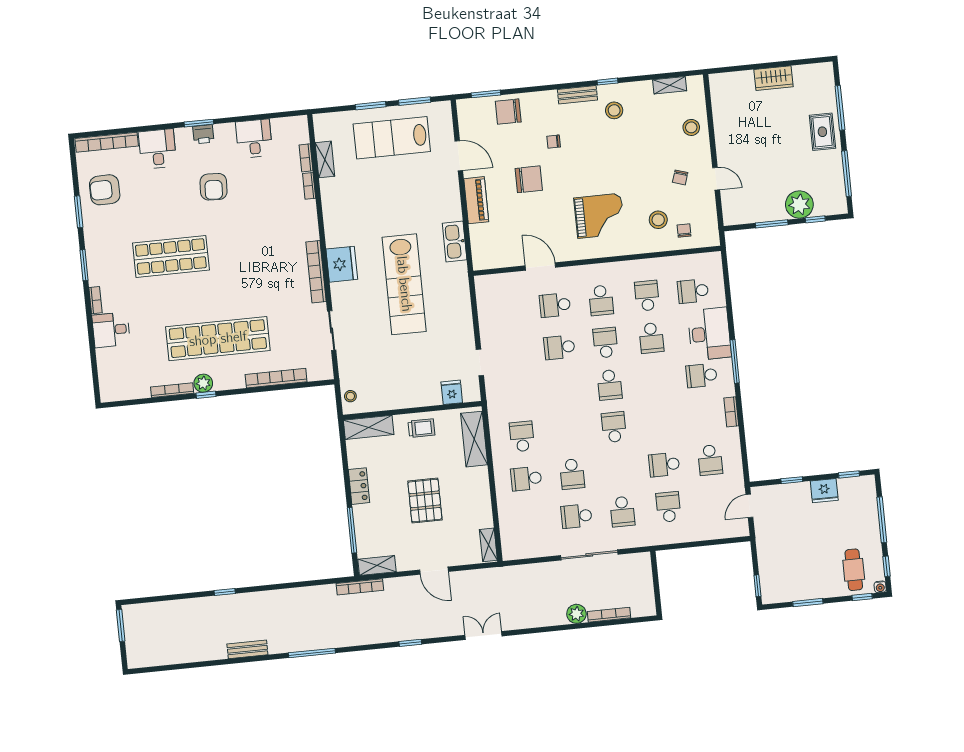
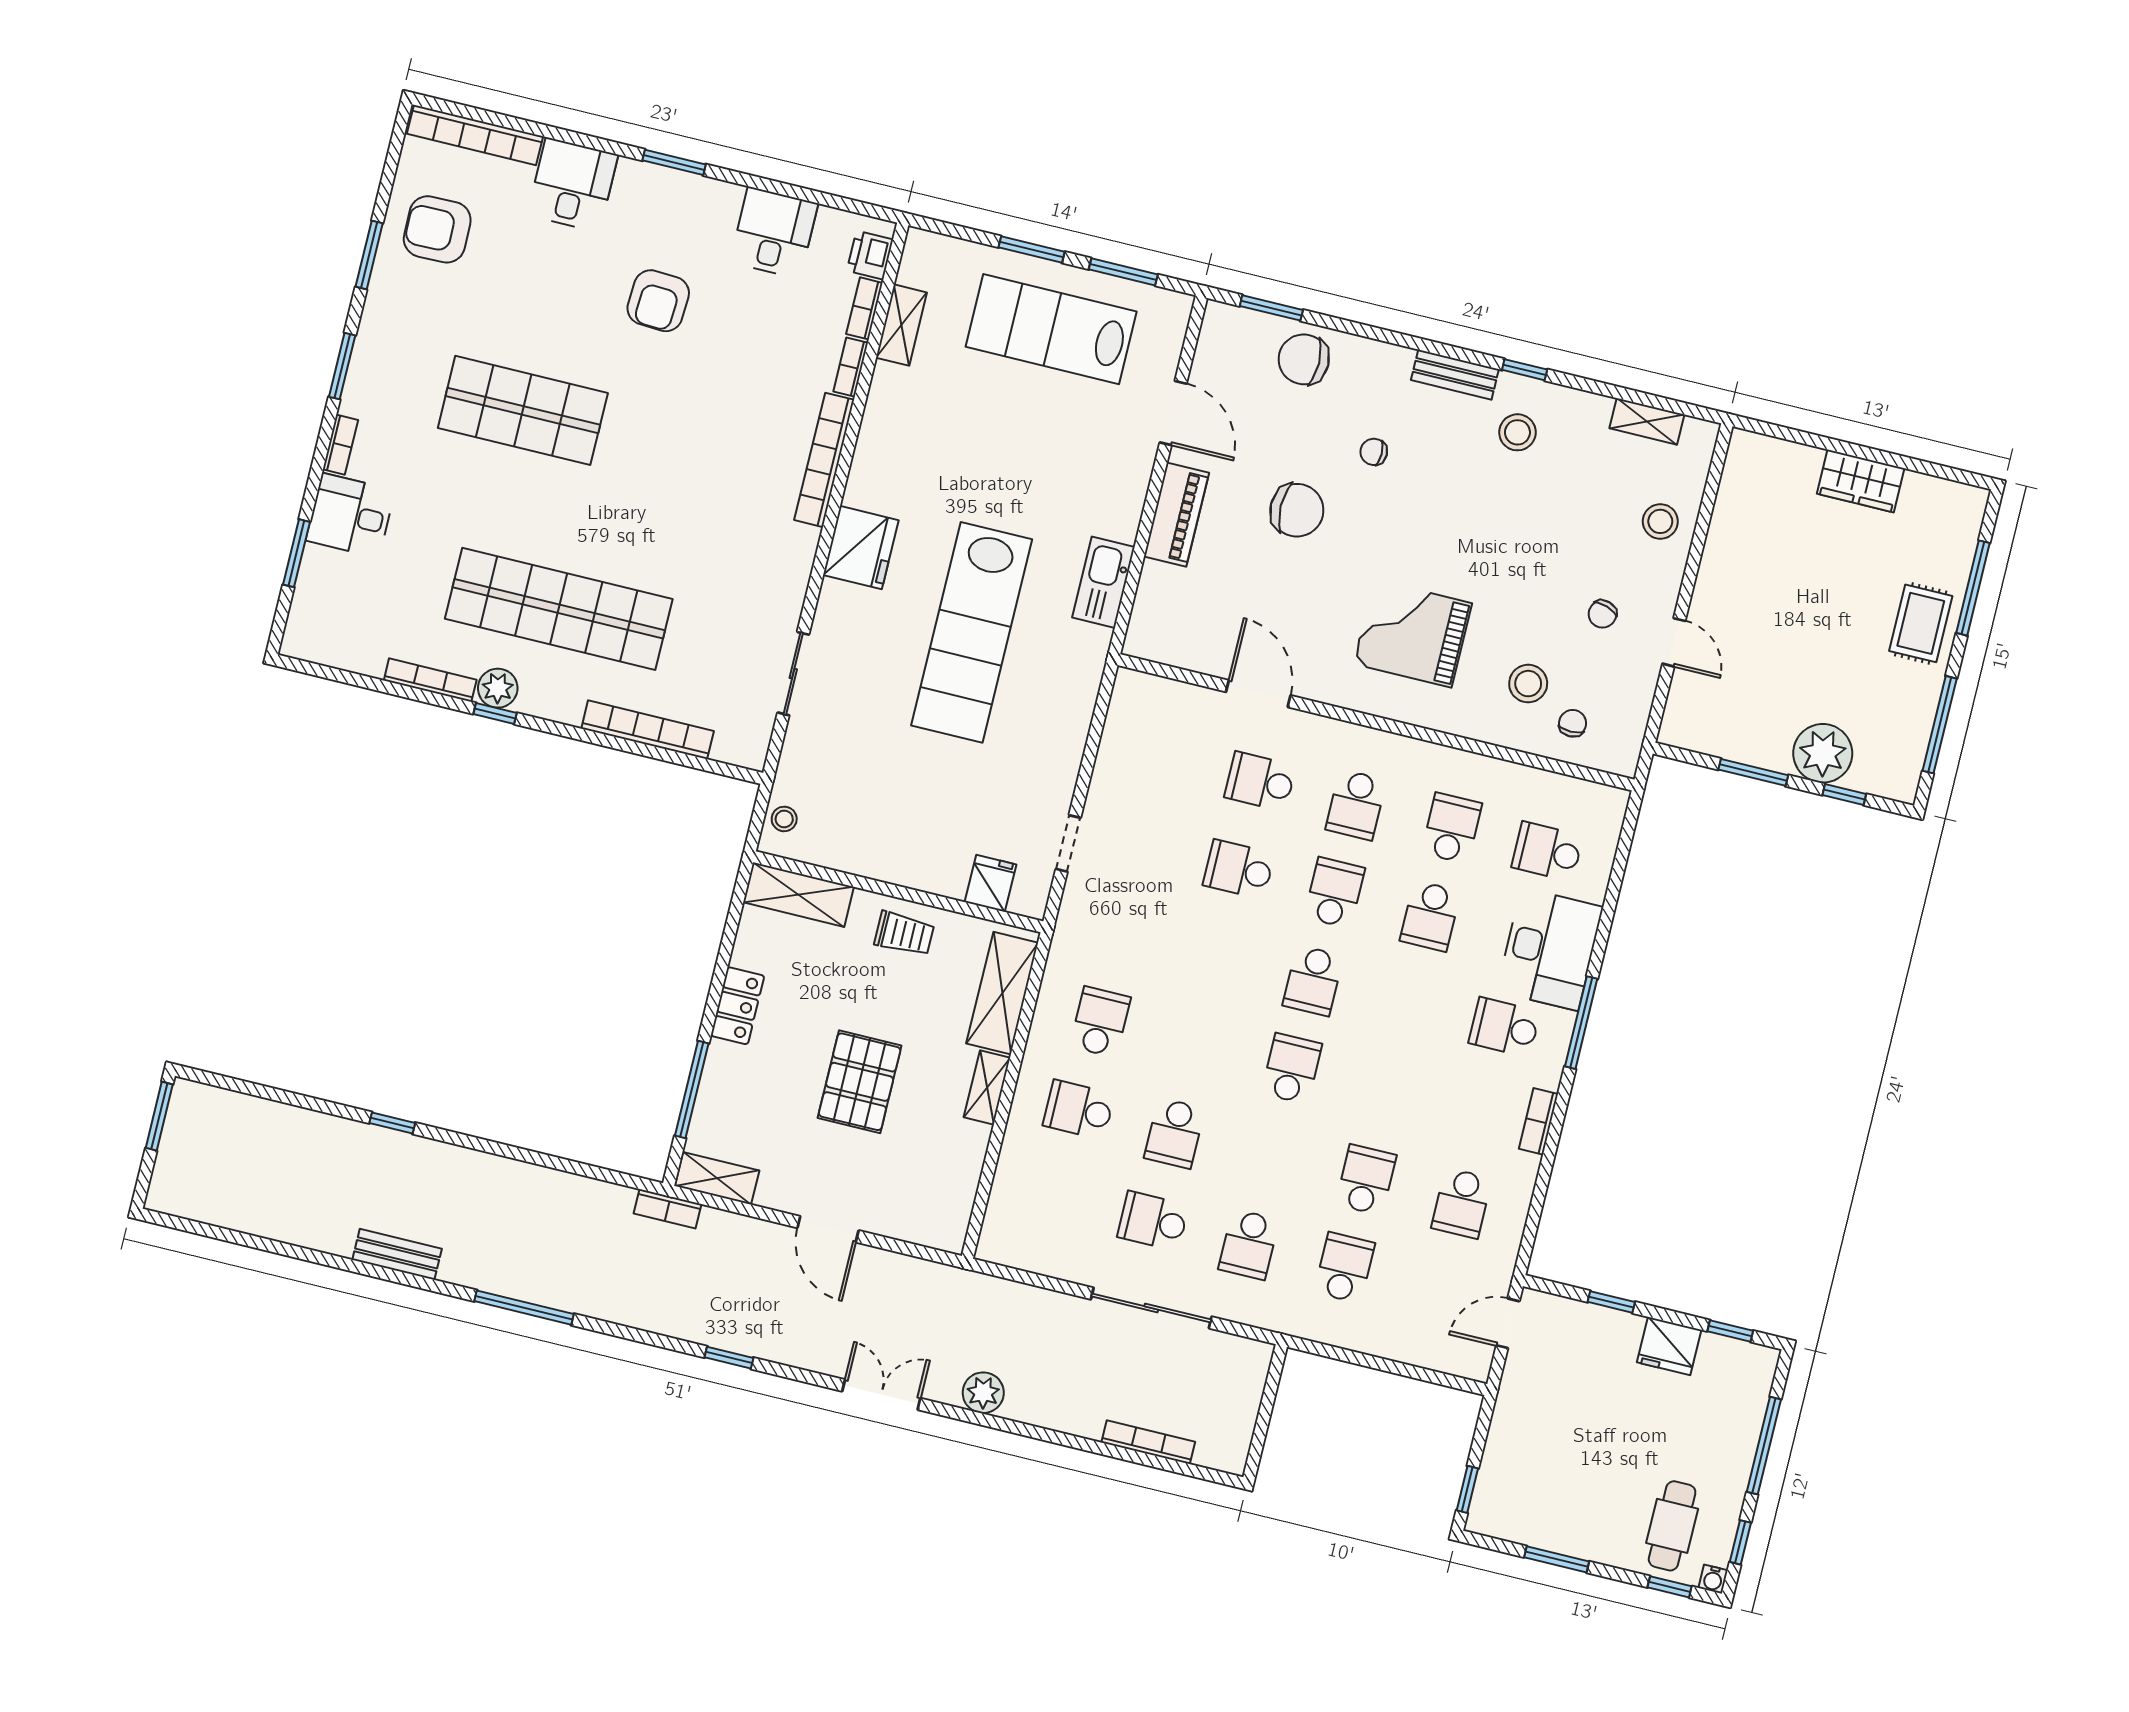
printer: (203, 134) -> (870, 255), moved, turned 90
grand piano: (599, 216) -> (1413, 634), turned 180
bookcase: (316, 272) -> (824, 460), moved
window: (93, 355) -> (296, 553), added
school desk: (664, 465) -> (1366, 1180), turned 90
shelving: (488, 545) -> (987, 1087), moved
bookcase: (360, 587) -> (668, 1209), width x0.64
plant: (576, 614) -> (983, 1393), moved

